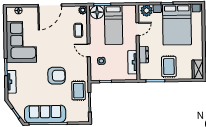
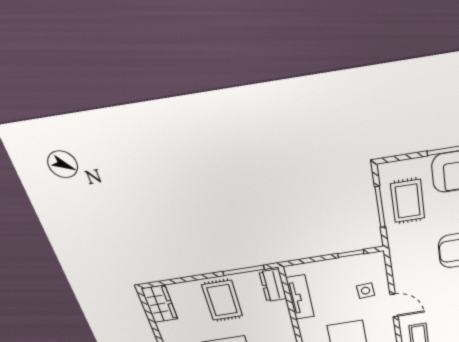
dresser: (144, 55) -> (273, 285), moved
rug: (78, 91) -> (408, 201), moved

